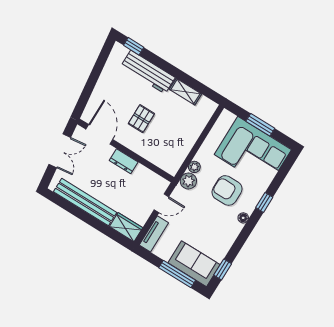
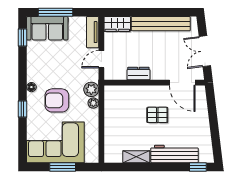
pallet: (141, 119) -> (157, 115), turned 90
dresser: (124, 161) -> (138, 74), moved
armchair: (227, 190) -> (57, 100), turned 180

